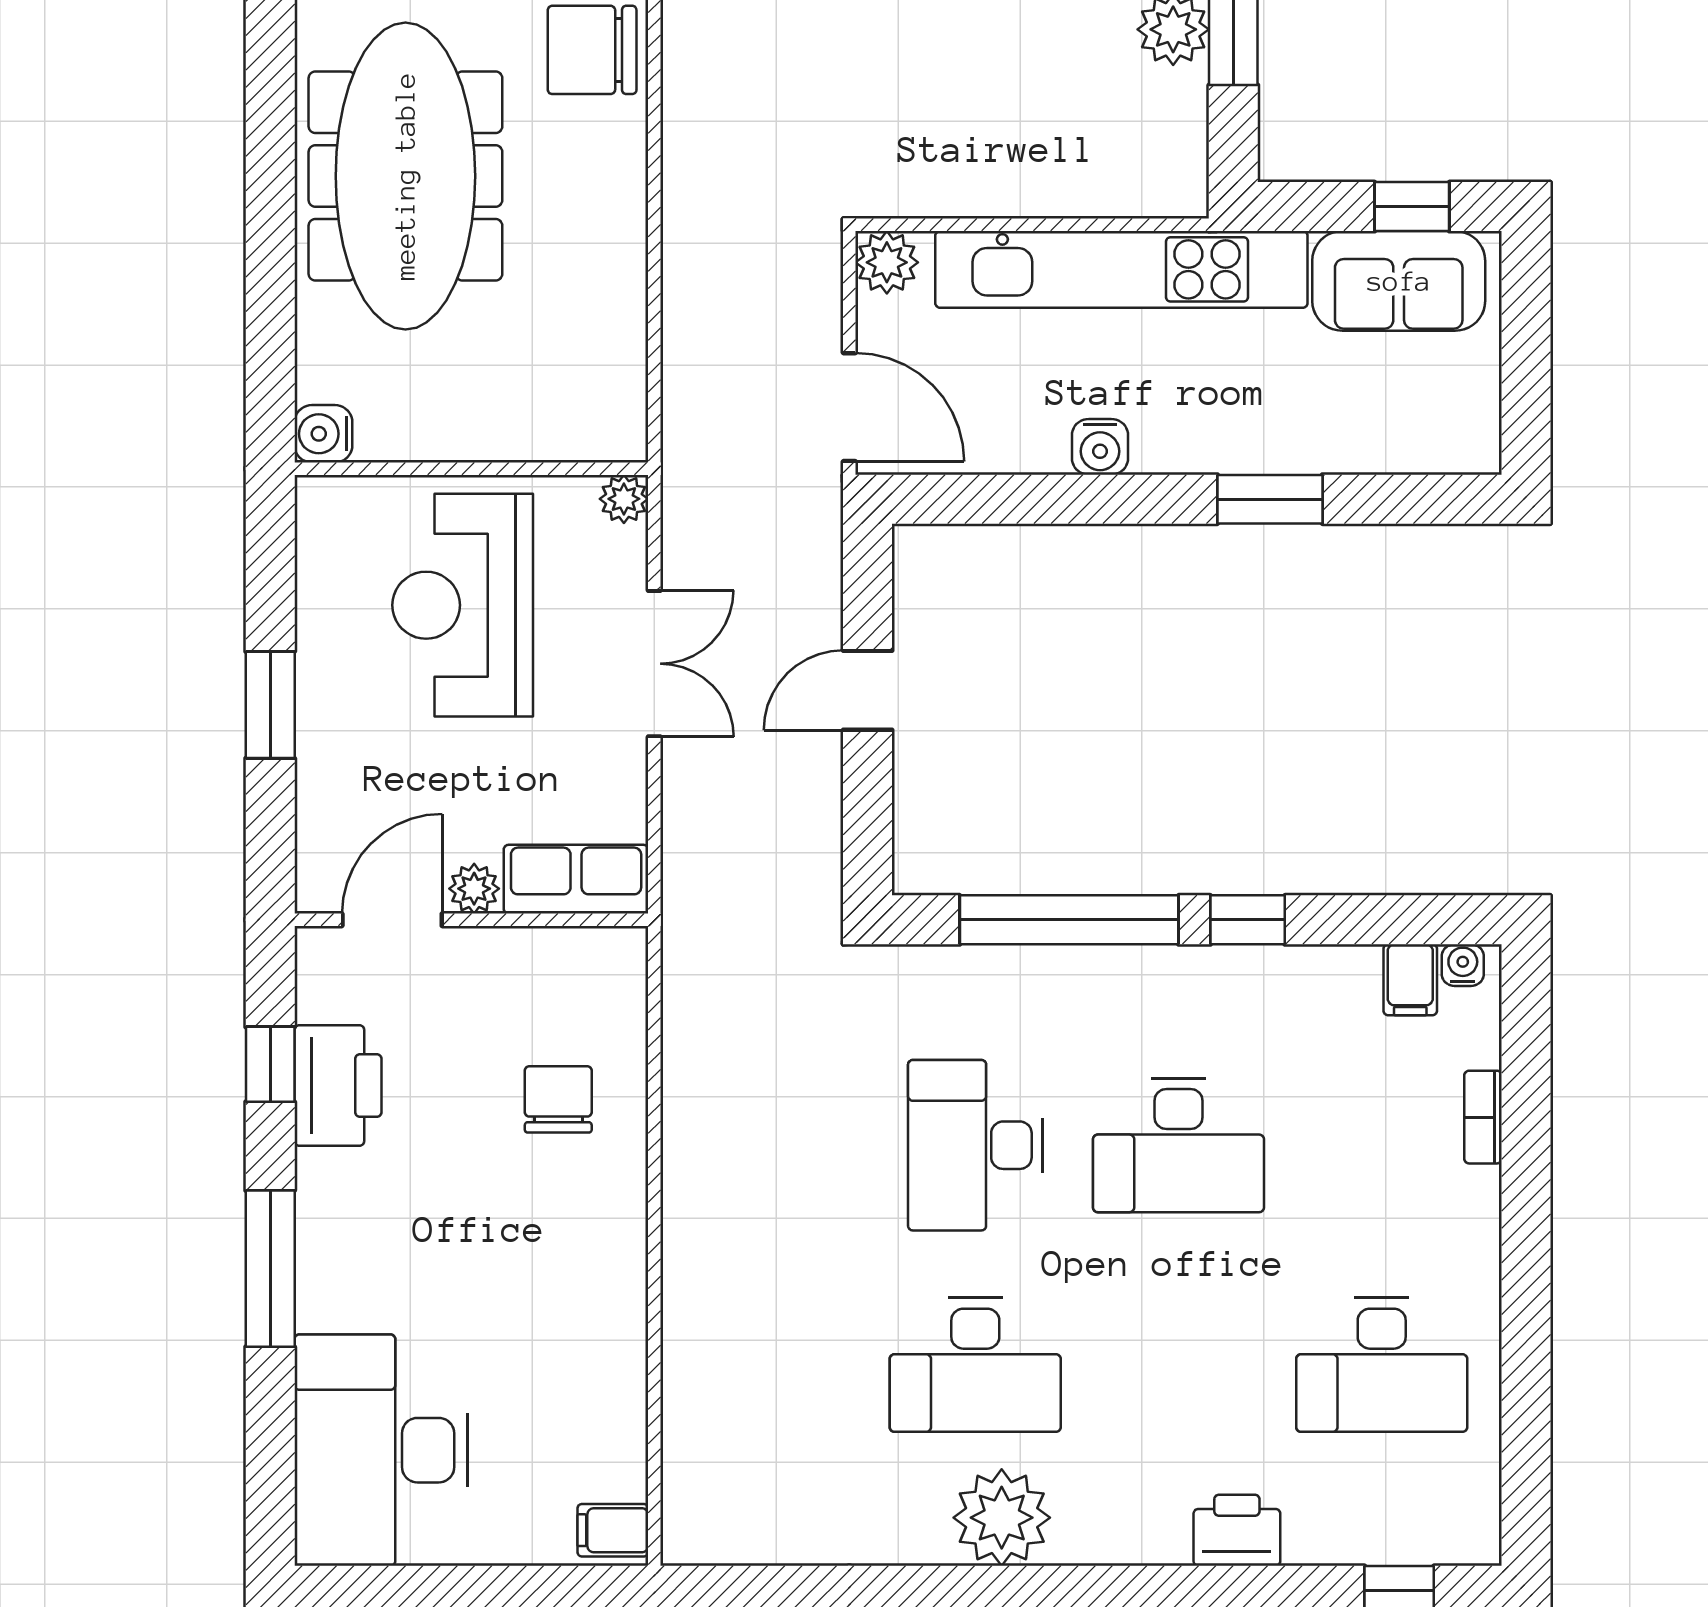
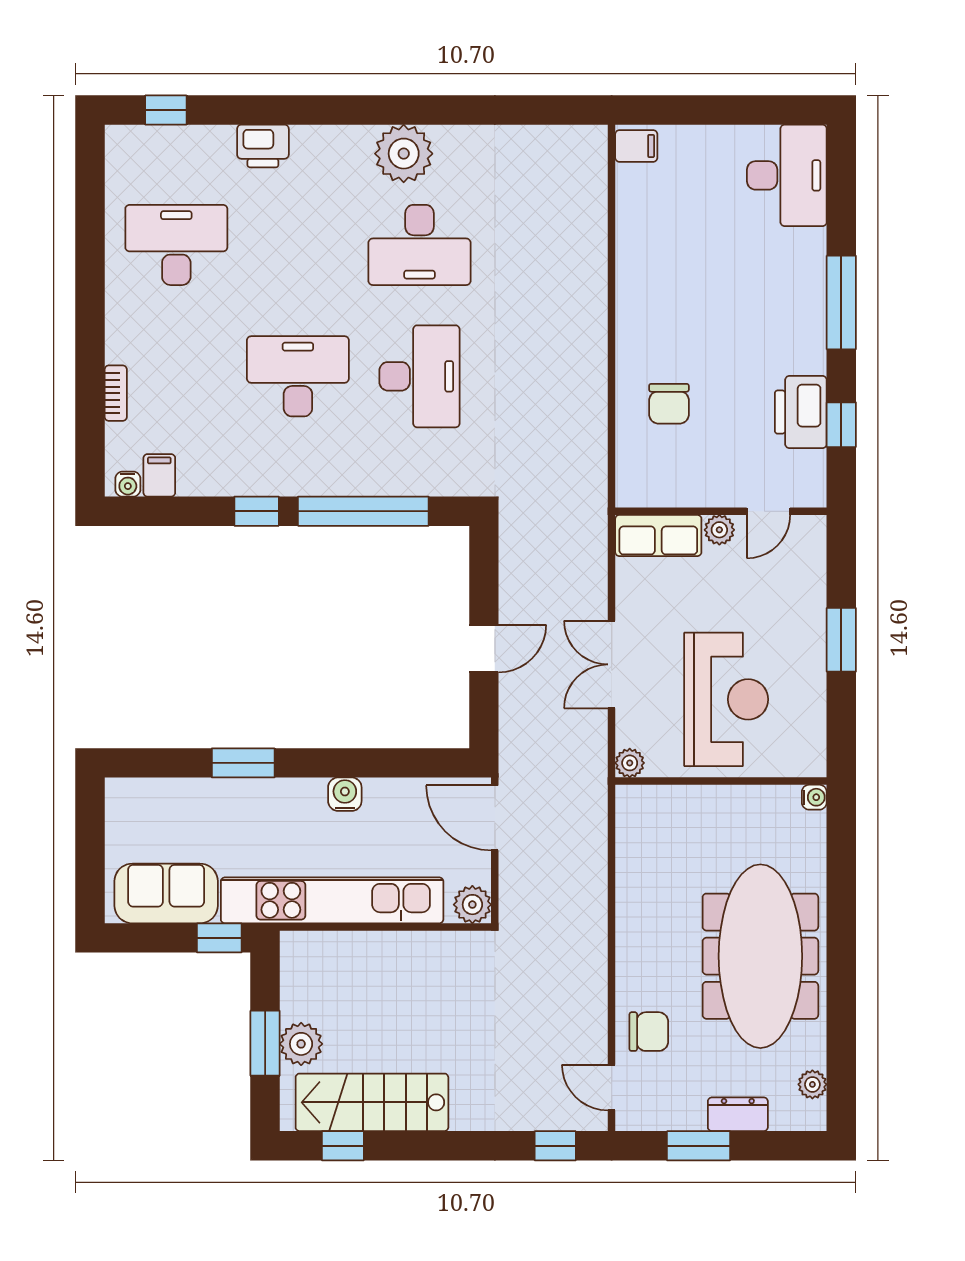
chair: (592, 50) -> (649, 1032), width x0.73, depth x0.73
window: (1412, 207) -> (219, 938), moved
water cooler: (323, 434) -> (814, 797), width x0.72, depth x0.72
door: (392, 920) -> (768, 511), width x0.73
desk: (975, 1365) -> (419, 245), turned 180
desk: (381, 1450) -> (787, 175), width x0.73, depth x0.77

